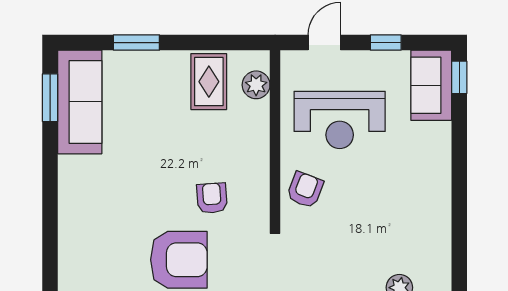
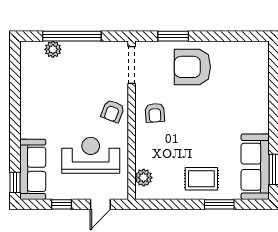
rug: (209, 82) -> (201, 179), moved, turned 90
sofa: (431, 85) -> (33, 169), width x1.36
armchair: (212, 198) -> (155, 113), moved

